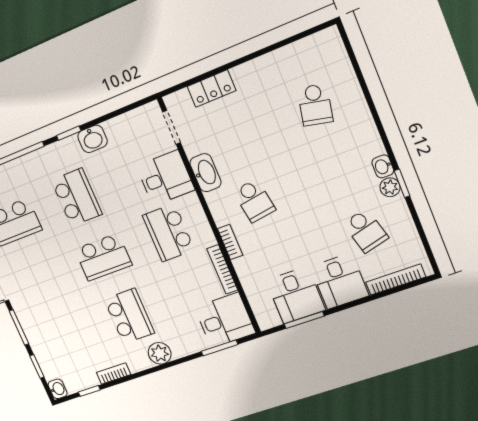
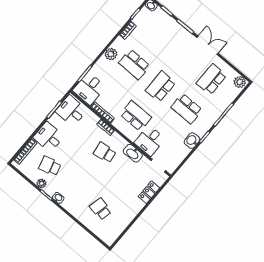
plant: (390, 187) -> (42, 183), moved
desk: (296, 295) -> (71, 111), moved

